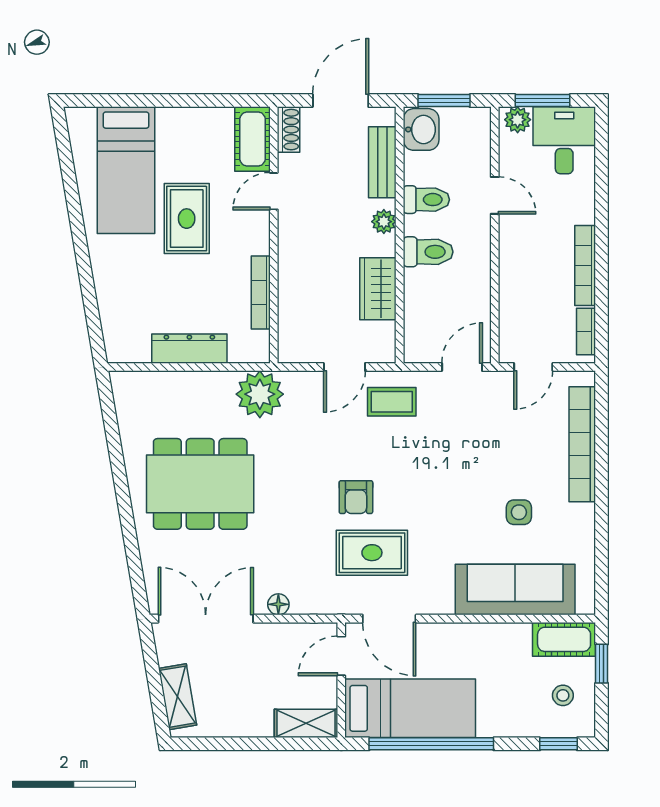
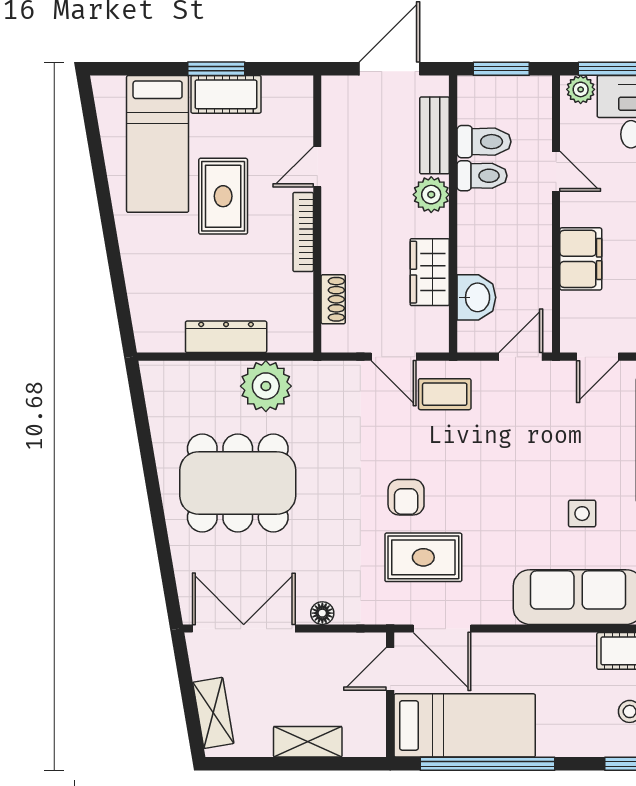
window: (180, 101) -> (216, 69), added
washbasin: (421, 129) -> (476, 297), moved
shoe rack: (289, 130) -> (333, 299), moved
cot: (253, 139) -> (226, 94), moved, turned 90
plant: (384, 222) -> (431, 195), width x1.38, depth x1.38
toilet: (428, 252) -> (484, 142), moved
filing cabinet: (518, 277) -> (581, 259), added
bookcase: (261, 292) -> (303, 232), moved
door: (344, 367) -> (394, 357), hinge flipped
plant: (260, 394) -> (266, 386), moved
shelving: (306, 723) -> (308, 742), moved

